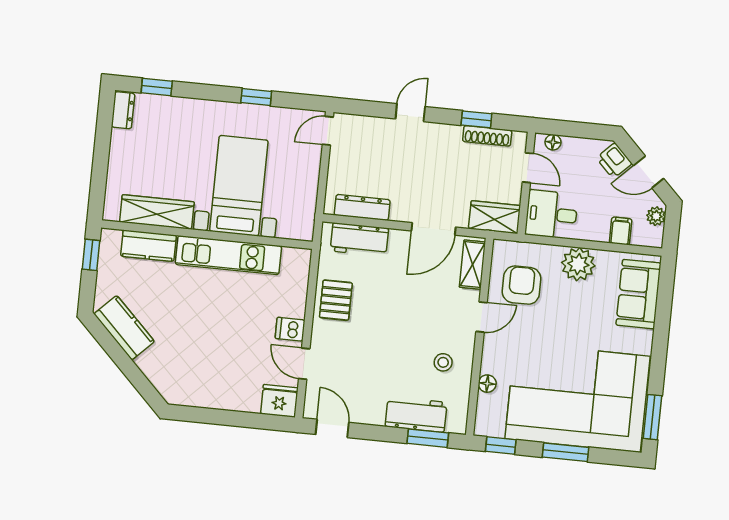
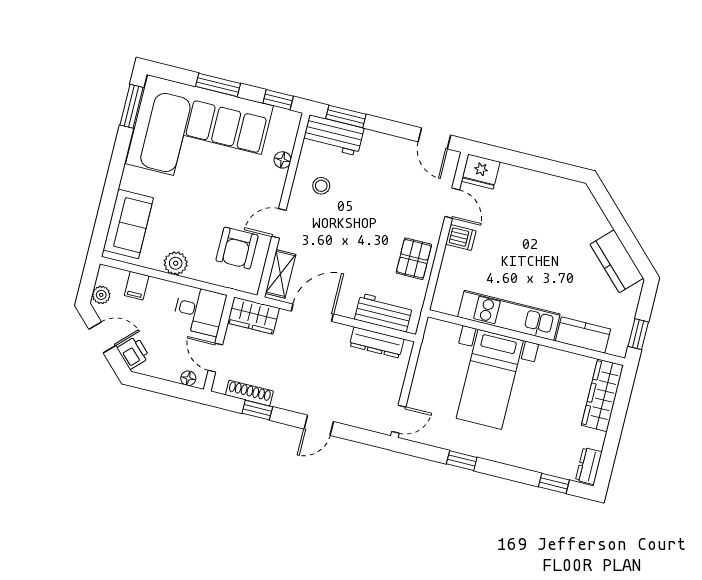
wardrobe: (157, 212) -> (602, 395), moved, turned 90
plant: (578, 264) -> (176, 263), width x0.73, depth x0.73
workbench: (416, 414) -> (333, 135), moved

